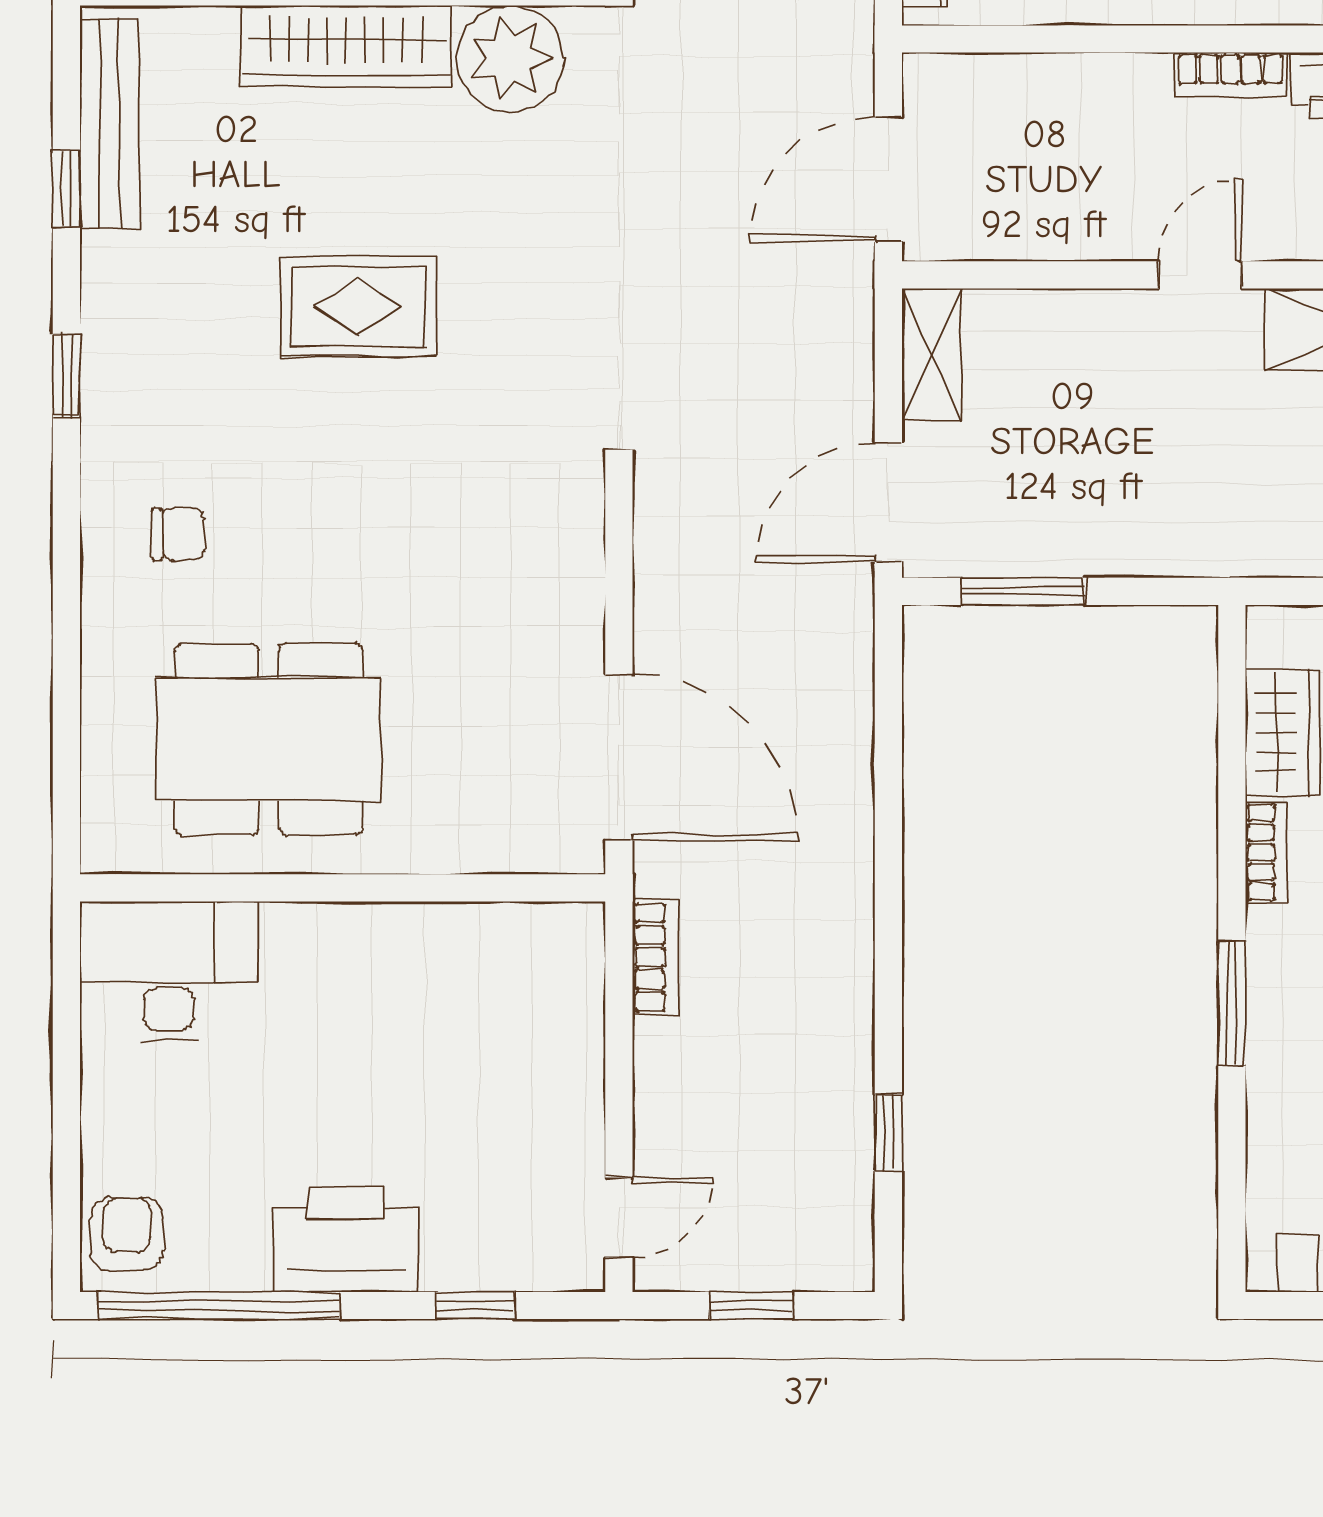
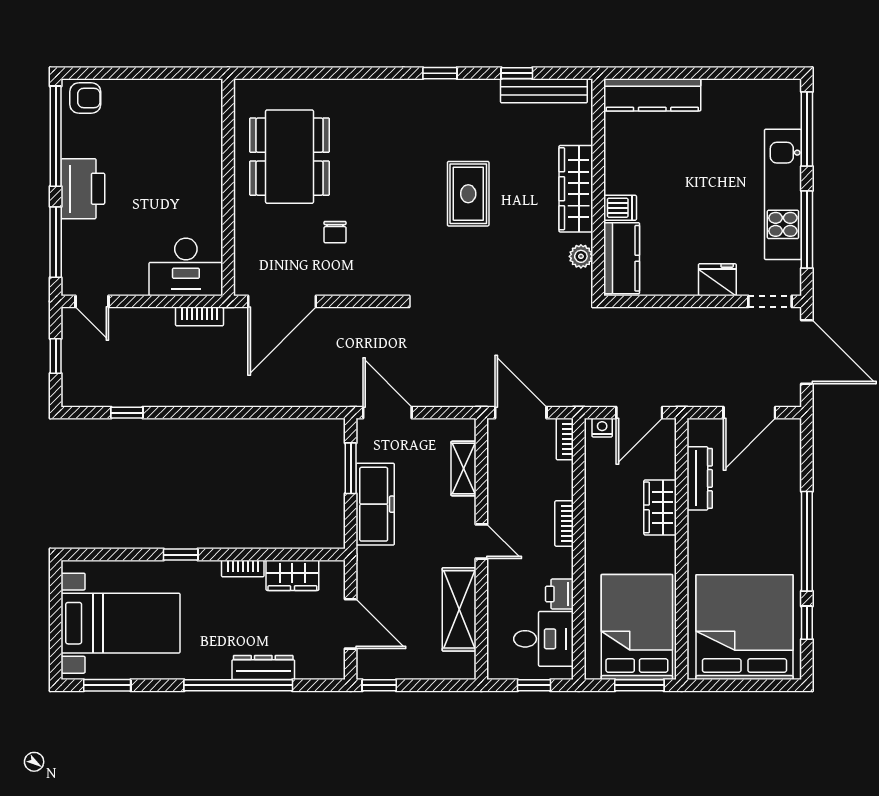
plant: (510, 58) -> (581, 256), width x0.53, depth x0.53
bookcase: (952, 73) -> (565, 439), added
bookcase: (1230, 75) -> (564, 523), moved
shelving: (932, 354) -> (464, 469), moved, turned 90
freezer: (1110, 532) -> (375, 504), added
chair: (178, 534) -> (335, 232), moved
desk: (169, 971) -> (186, 267), moved, turned 90
window: (1232, 1003) -> (181, 555), width x0.67
window: (475, 1306) -> (56, 242), width x2.17

